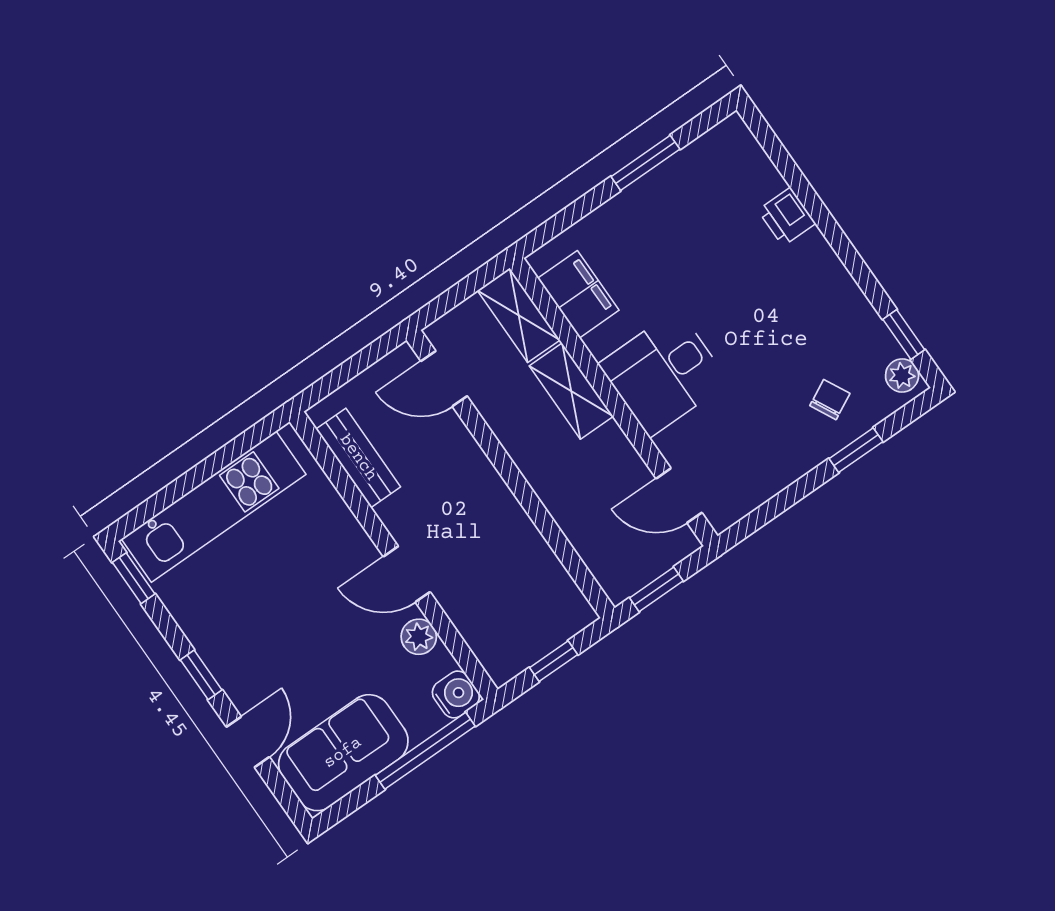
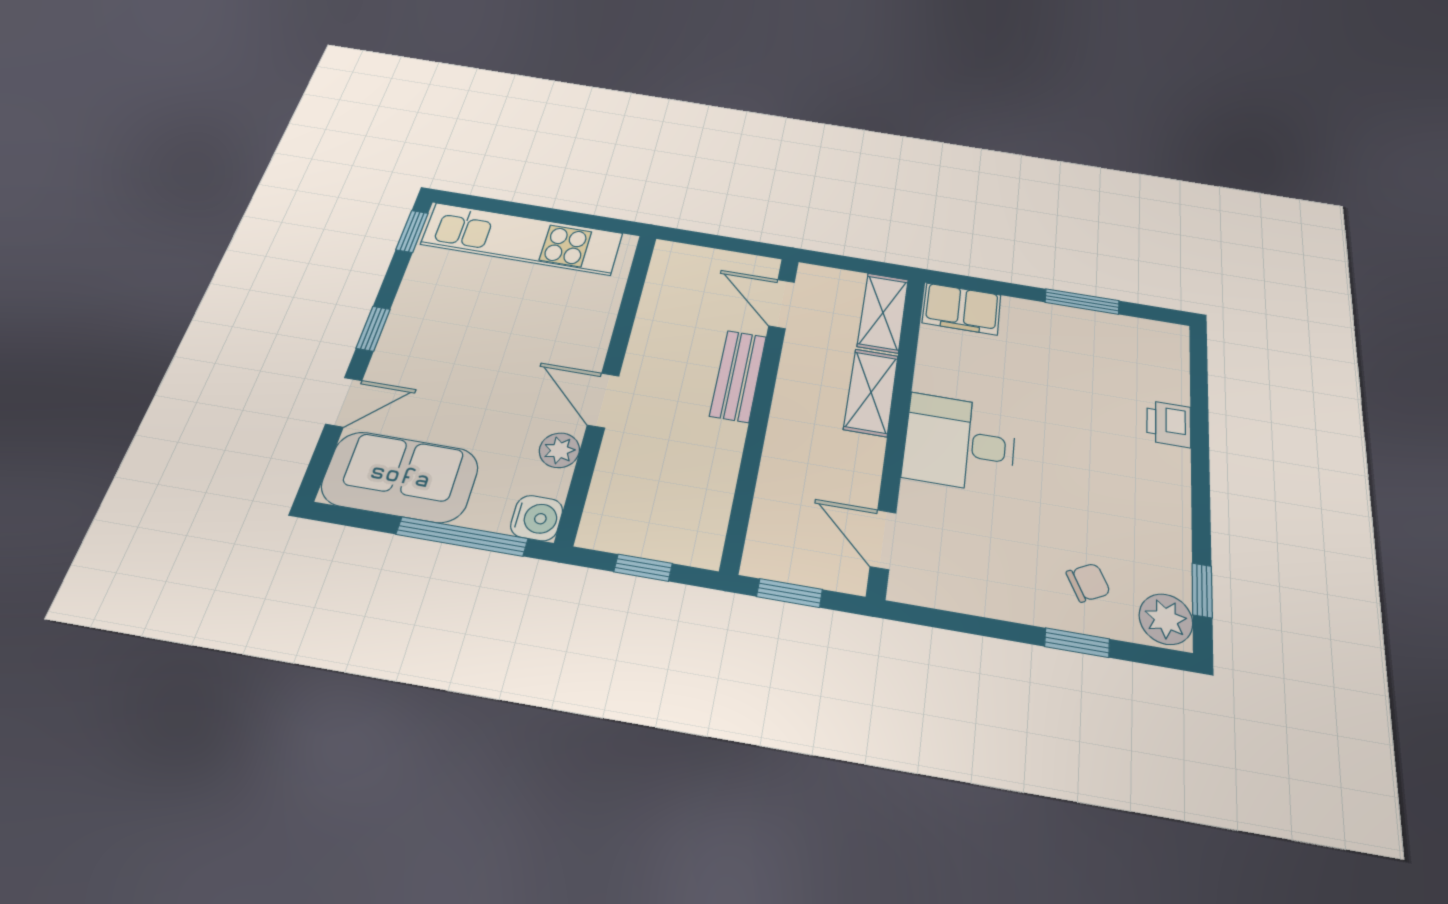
filing cabinet: (578, 294) -> (962, 309), moved, turned 90
plant: (902, 375) -> (1166, 619), width x1.38, depth x1.38
bench: (358, 458) -> (738, 376), moved

